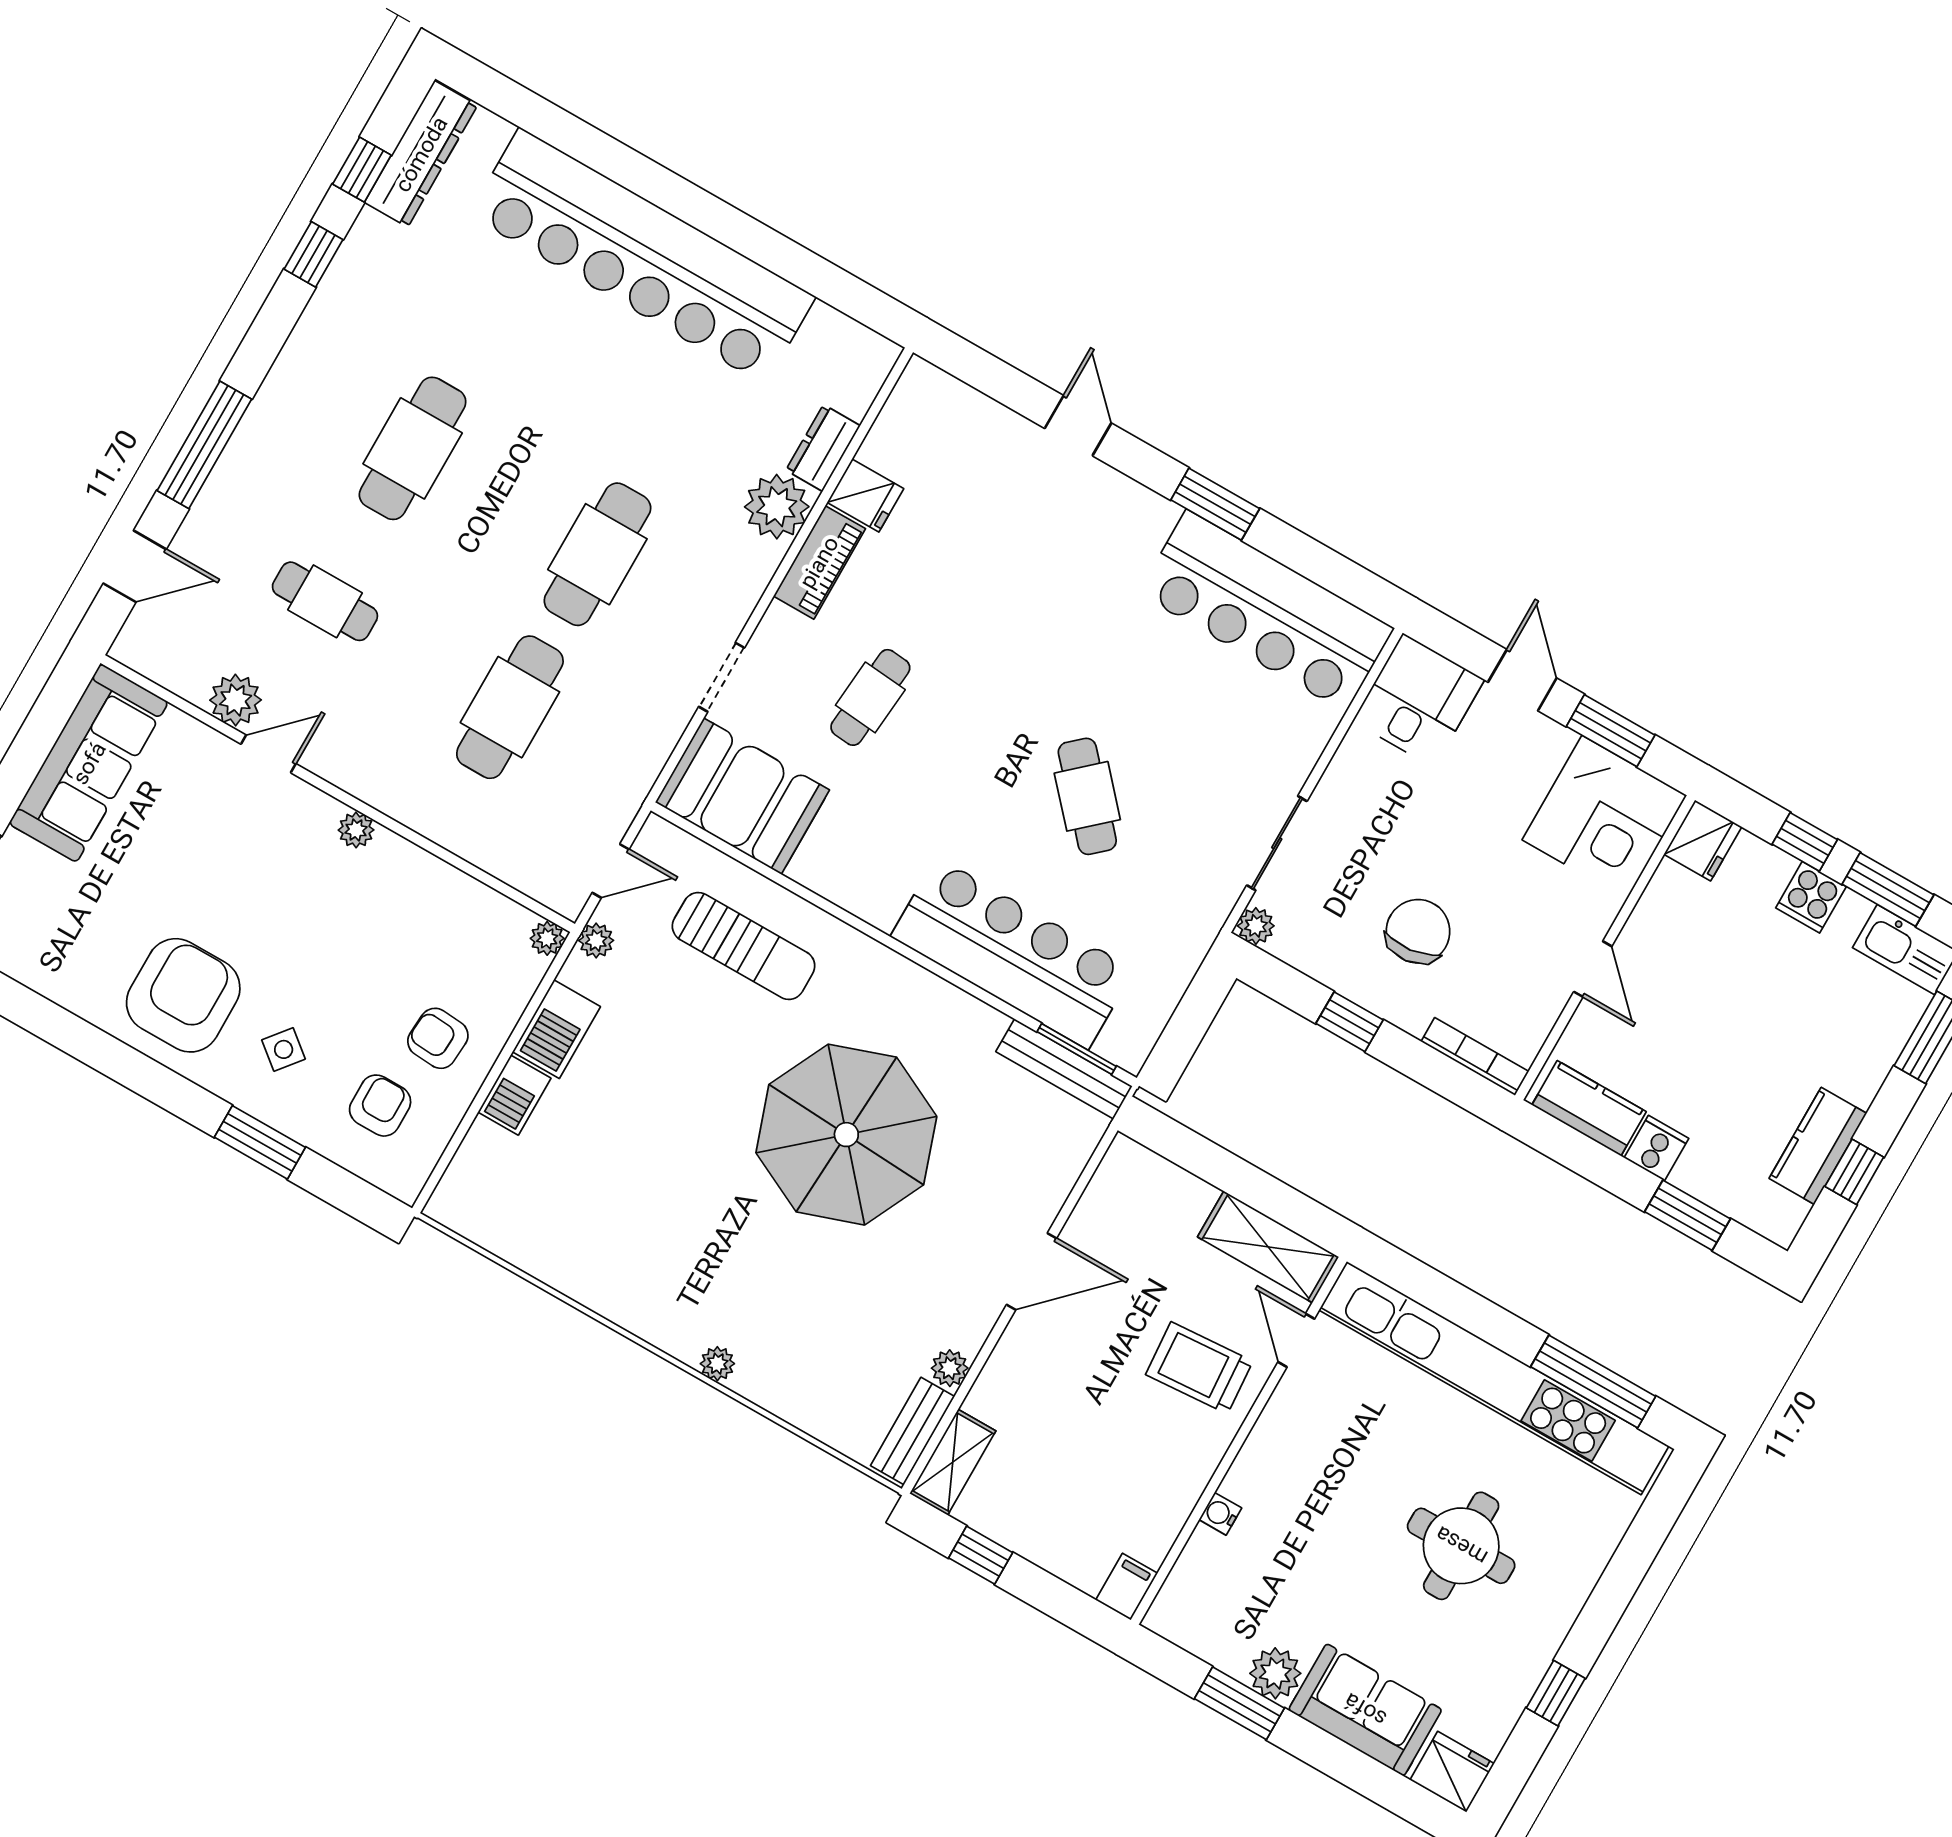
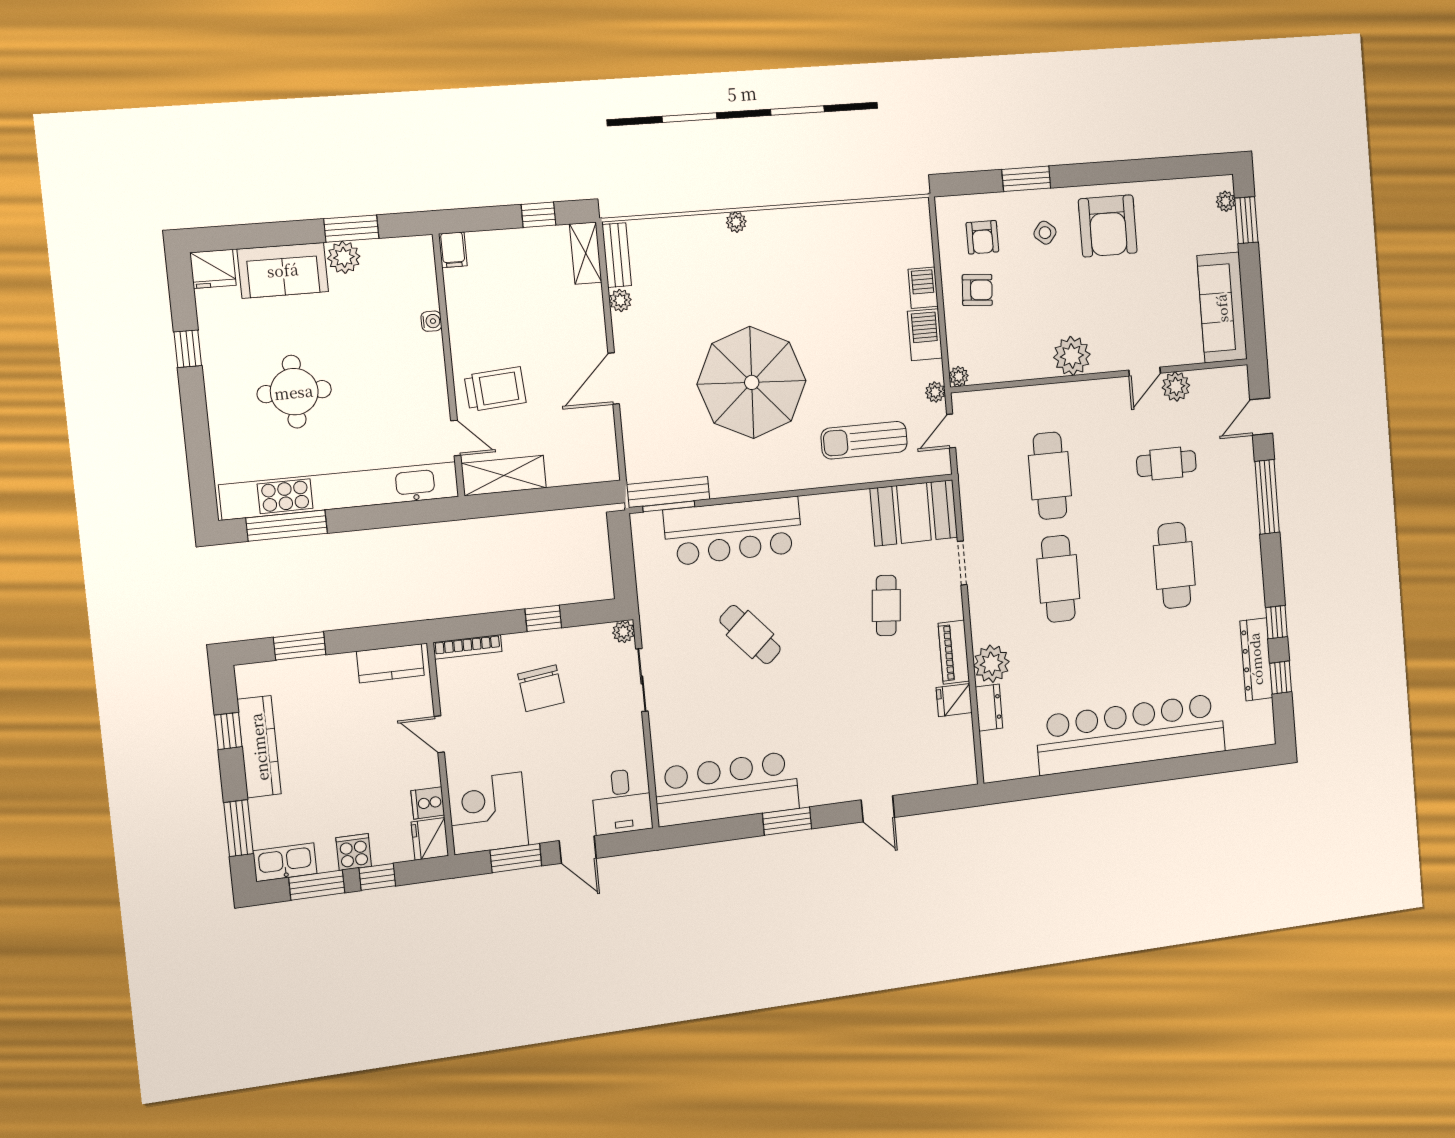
dresser: (421, 154) -> (1256, 659), moved
plant: (356, 830) -> (1072, 356), width x1.88, depth x1.88
kitchen counter: (1818, 1146) -> (259, 747), width x1.50
cooker: (1656, 1148) -> (428, 803), moved, turned 90

